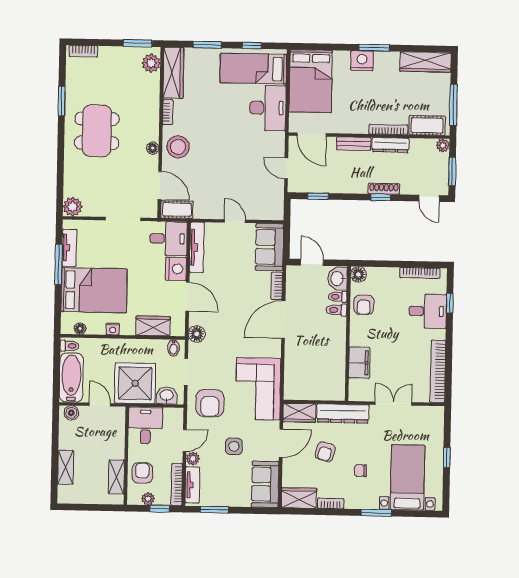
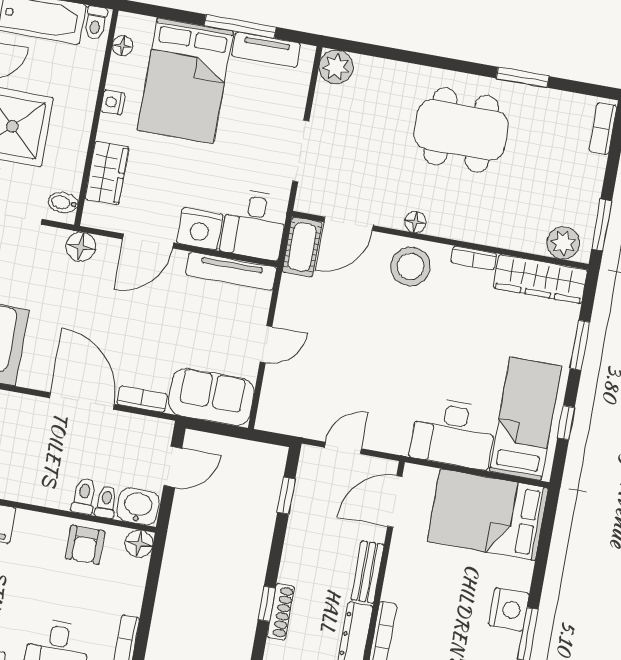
armchair: (364, 305) -> (85, 545), turned -90

